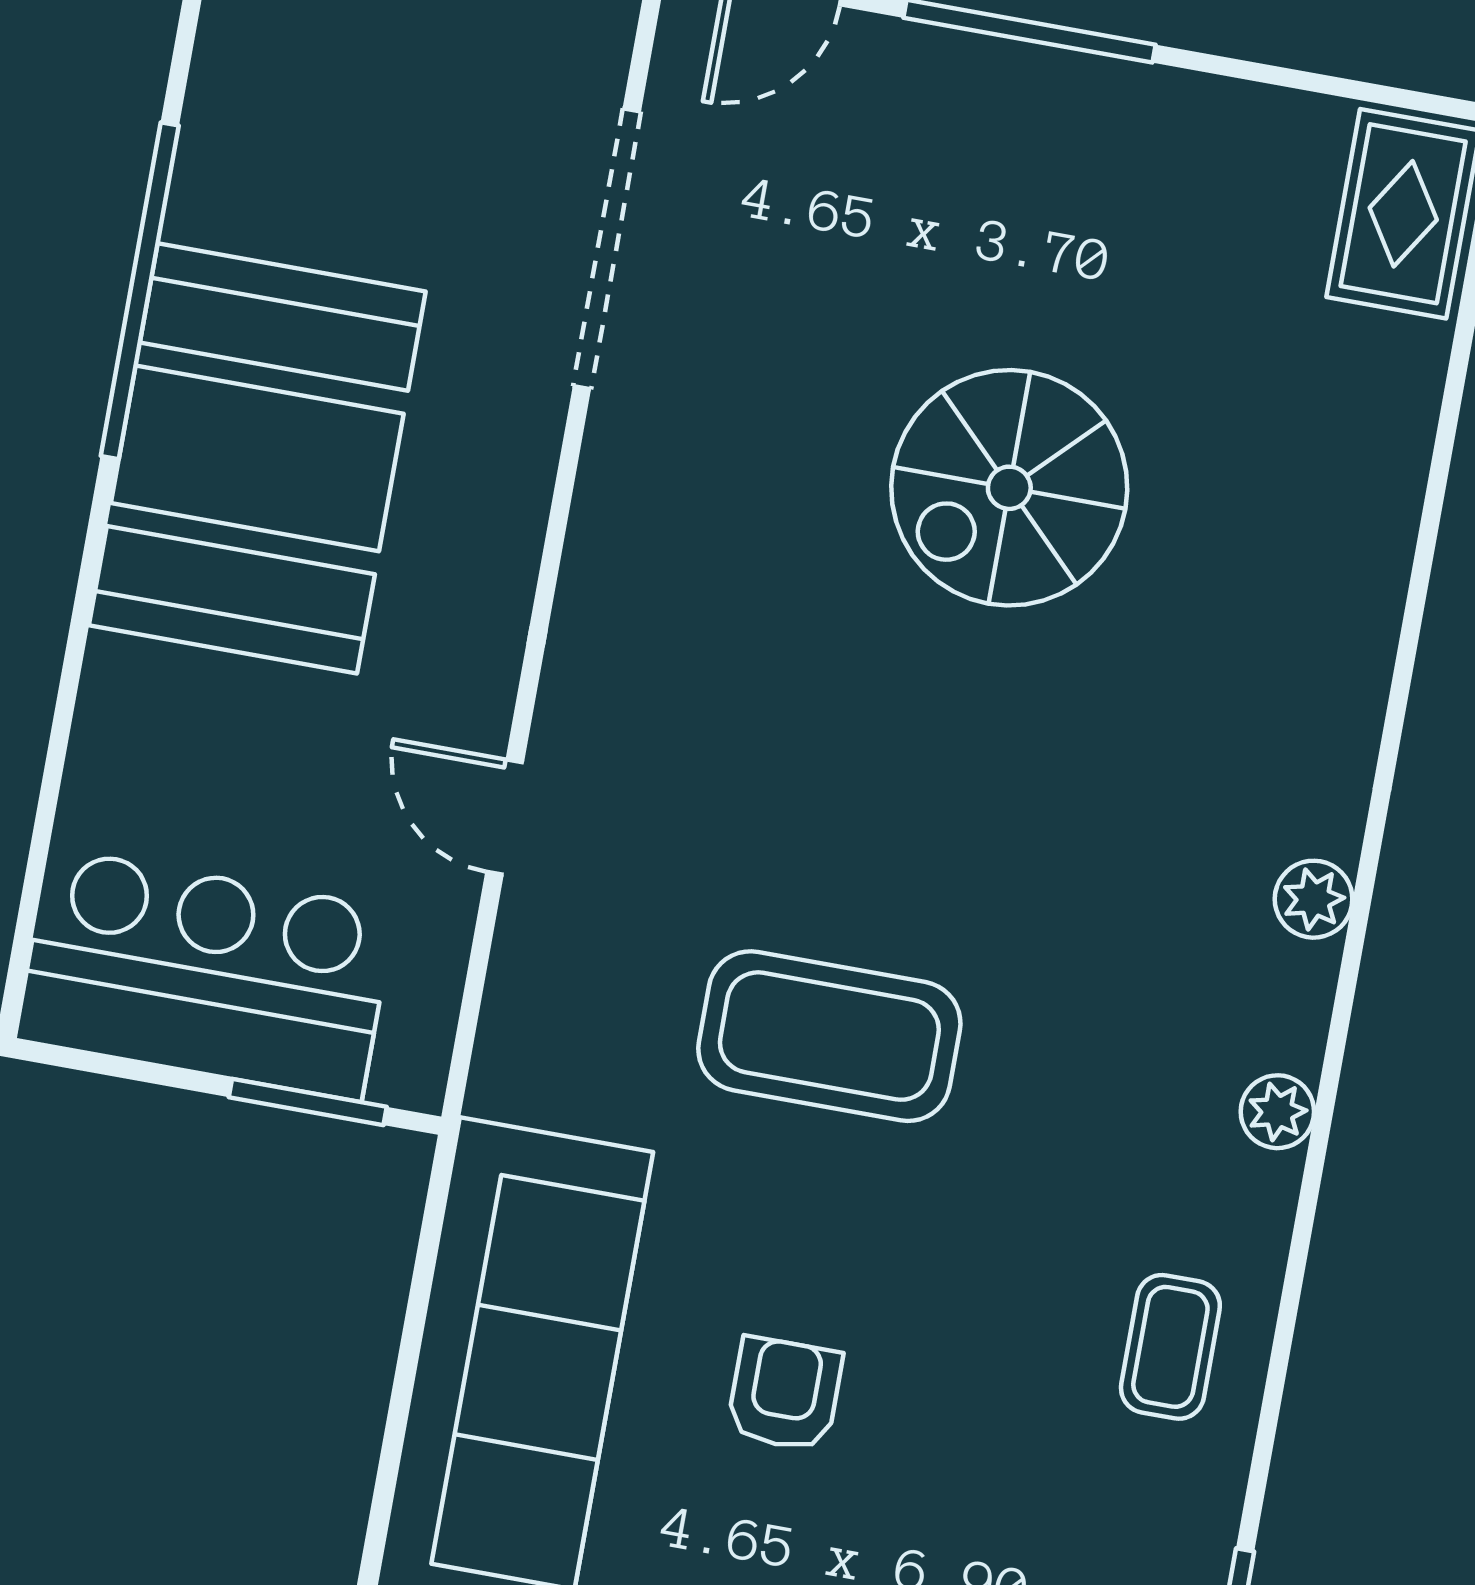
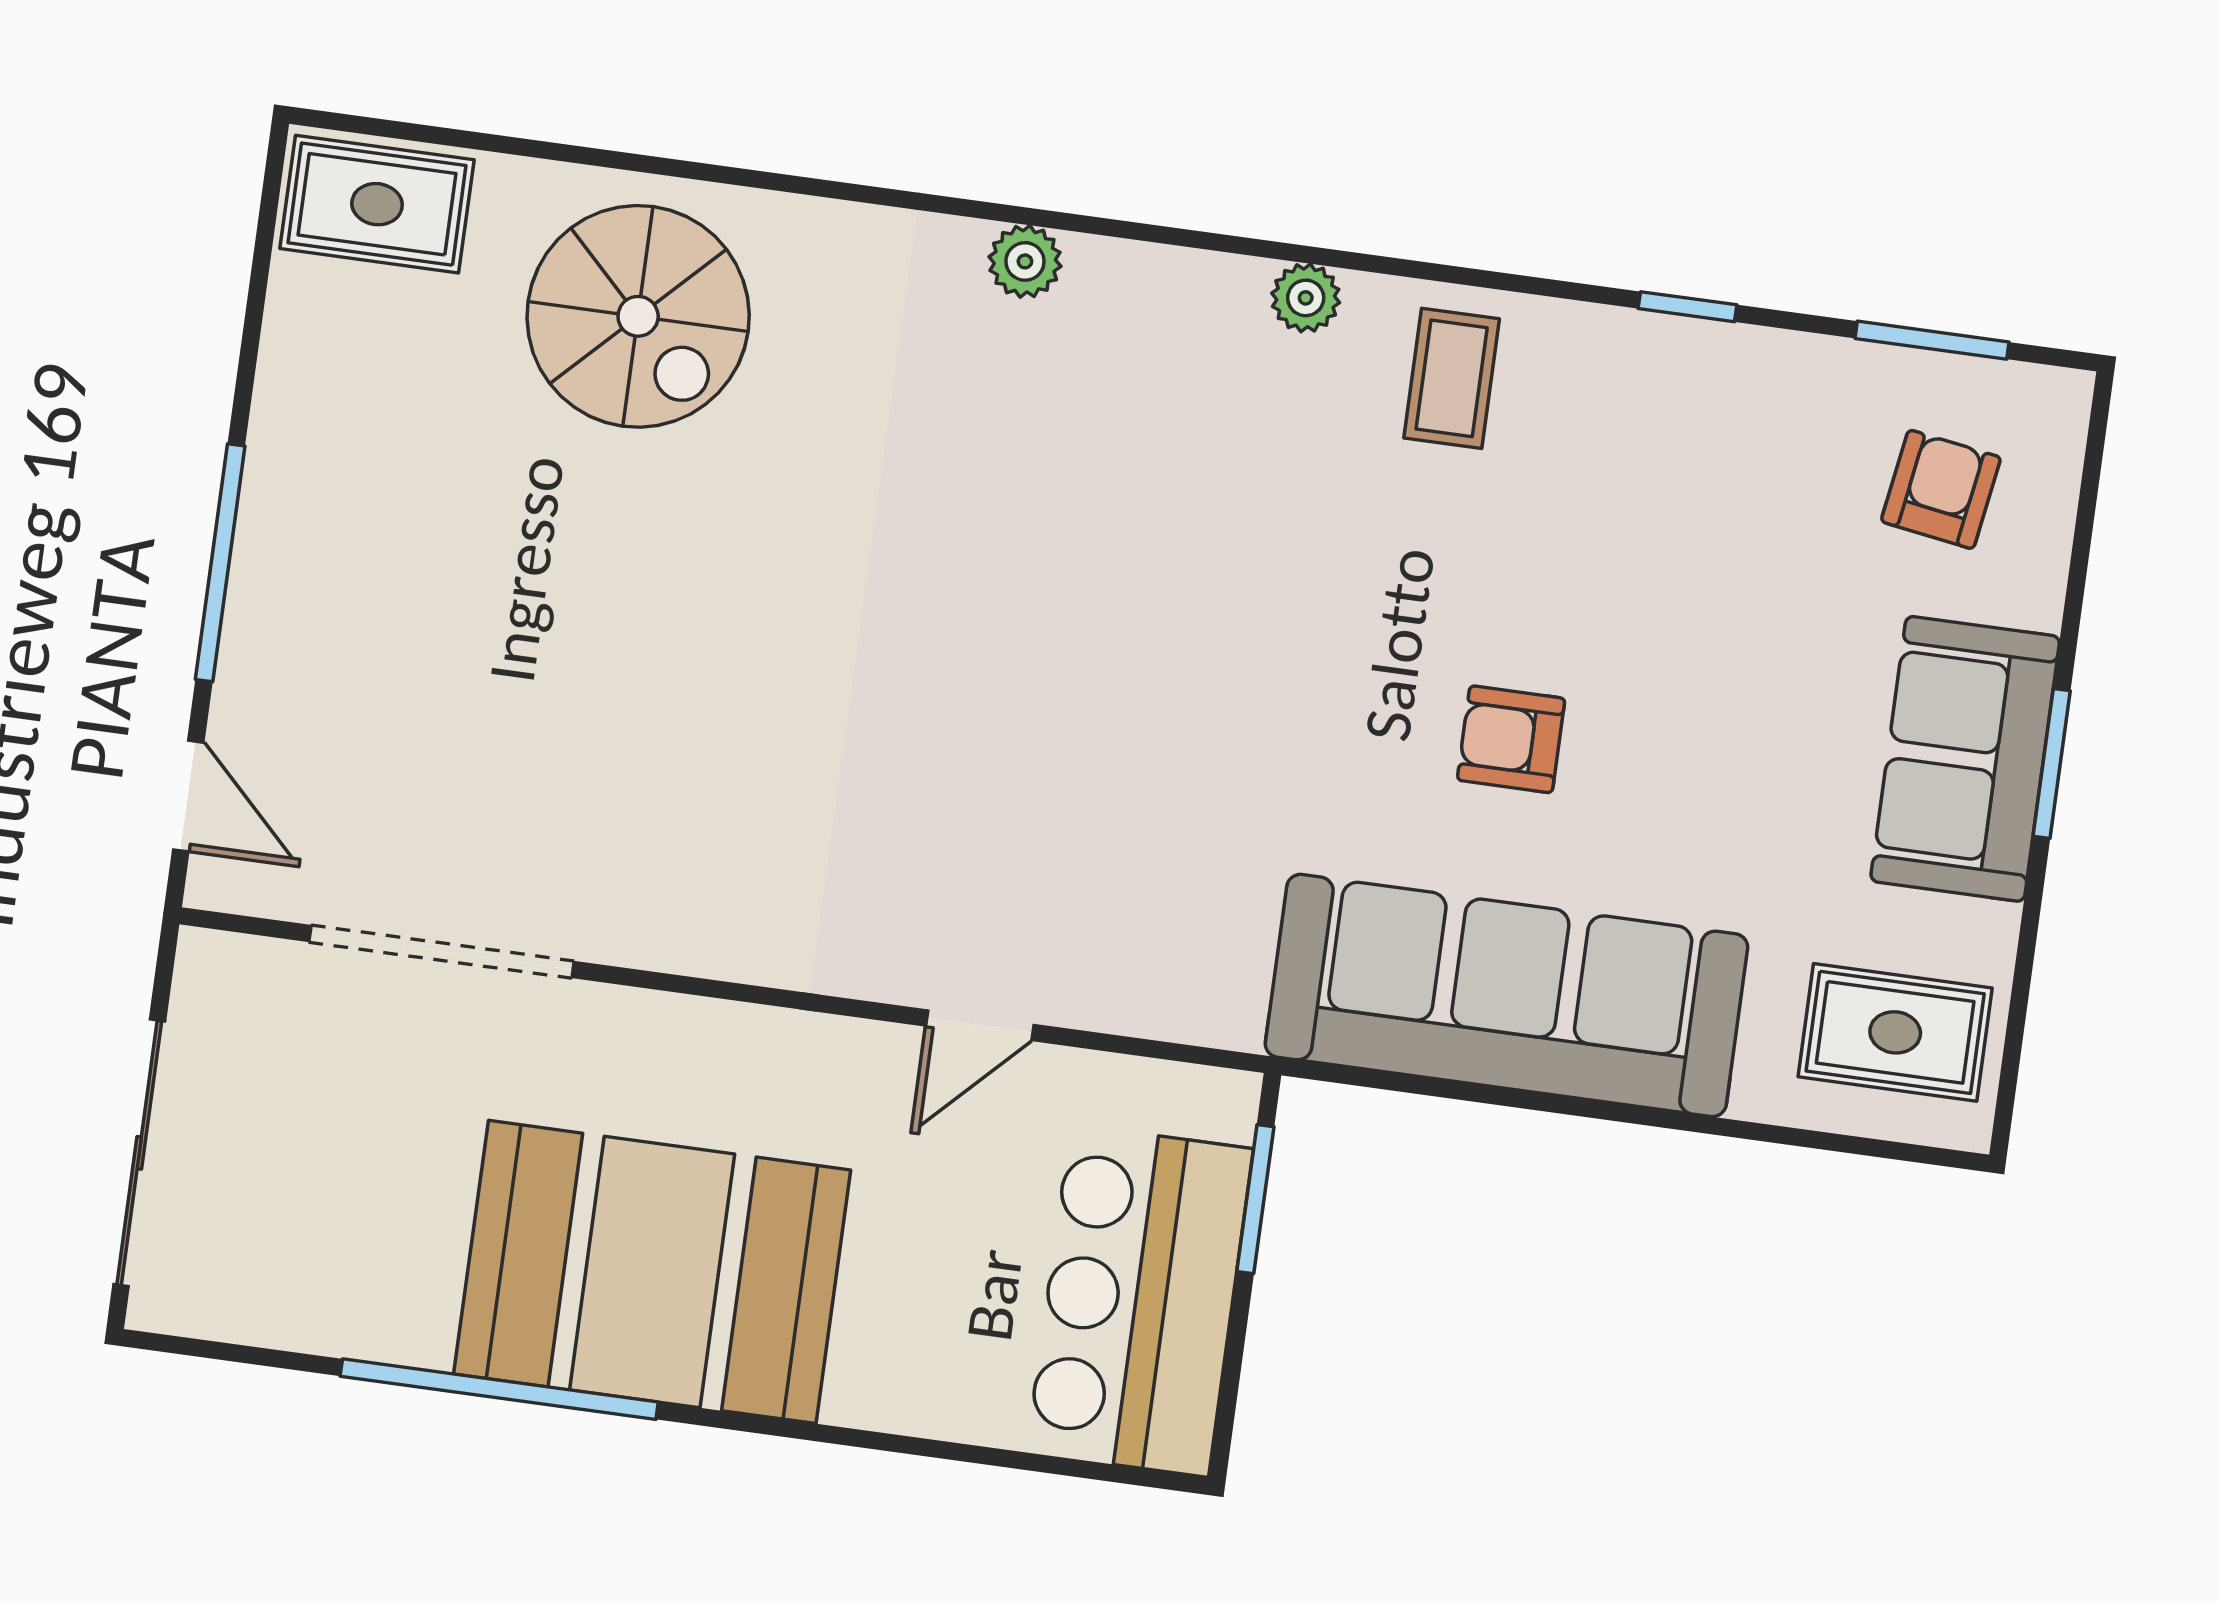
spiral stairs: (1009, 488) -> (638, 316), moved
coffee table: (829, 1036) -> (1173, 711), removed
plant: (1277, 1112) -> (1306, 298), moved
coffee table: (1170, 1347) -> (1452, 378), turned 90

